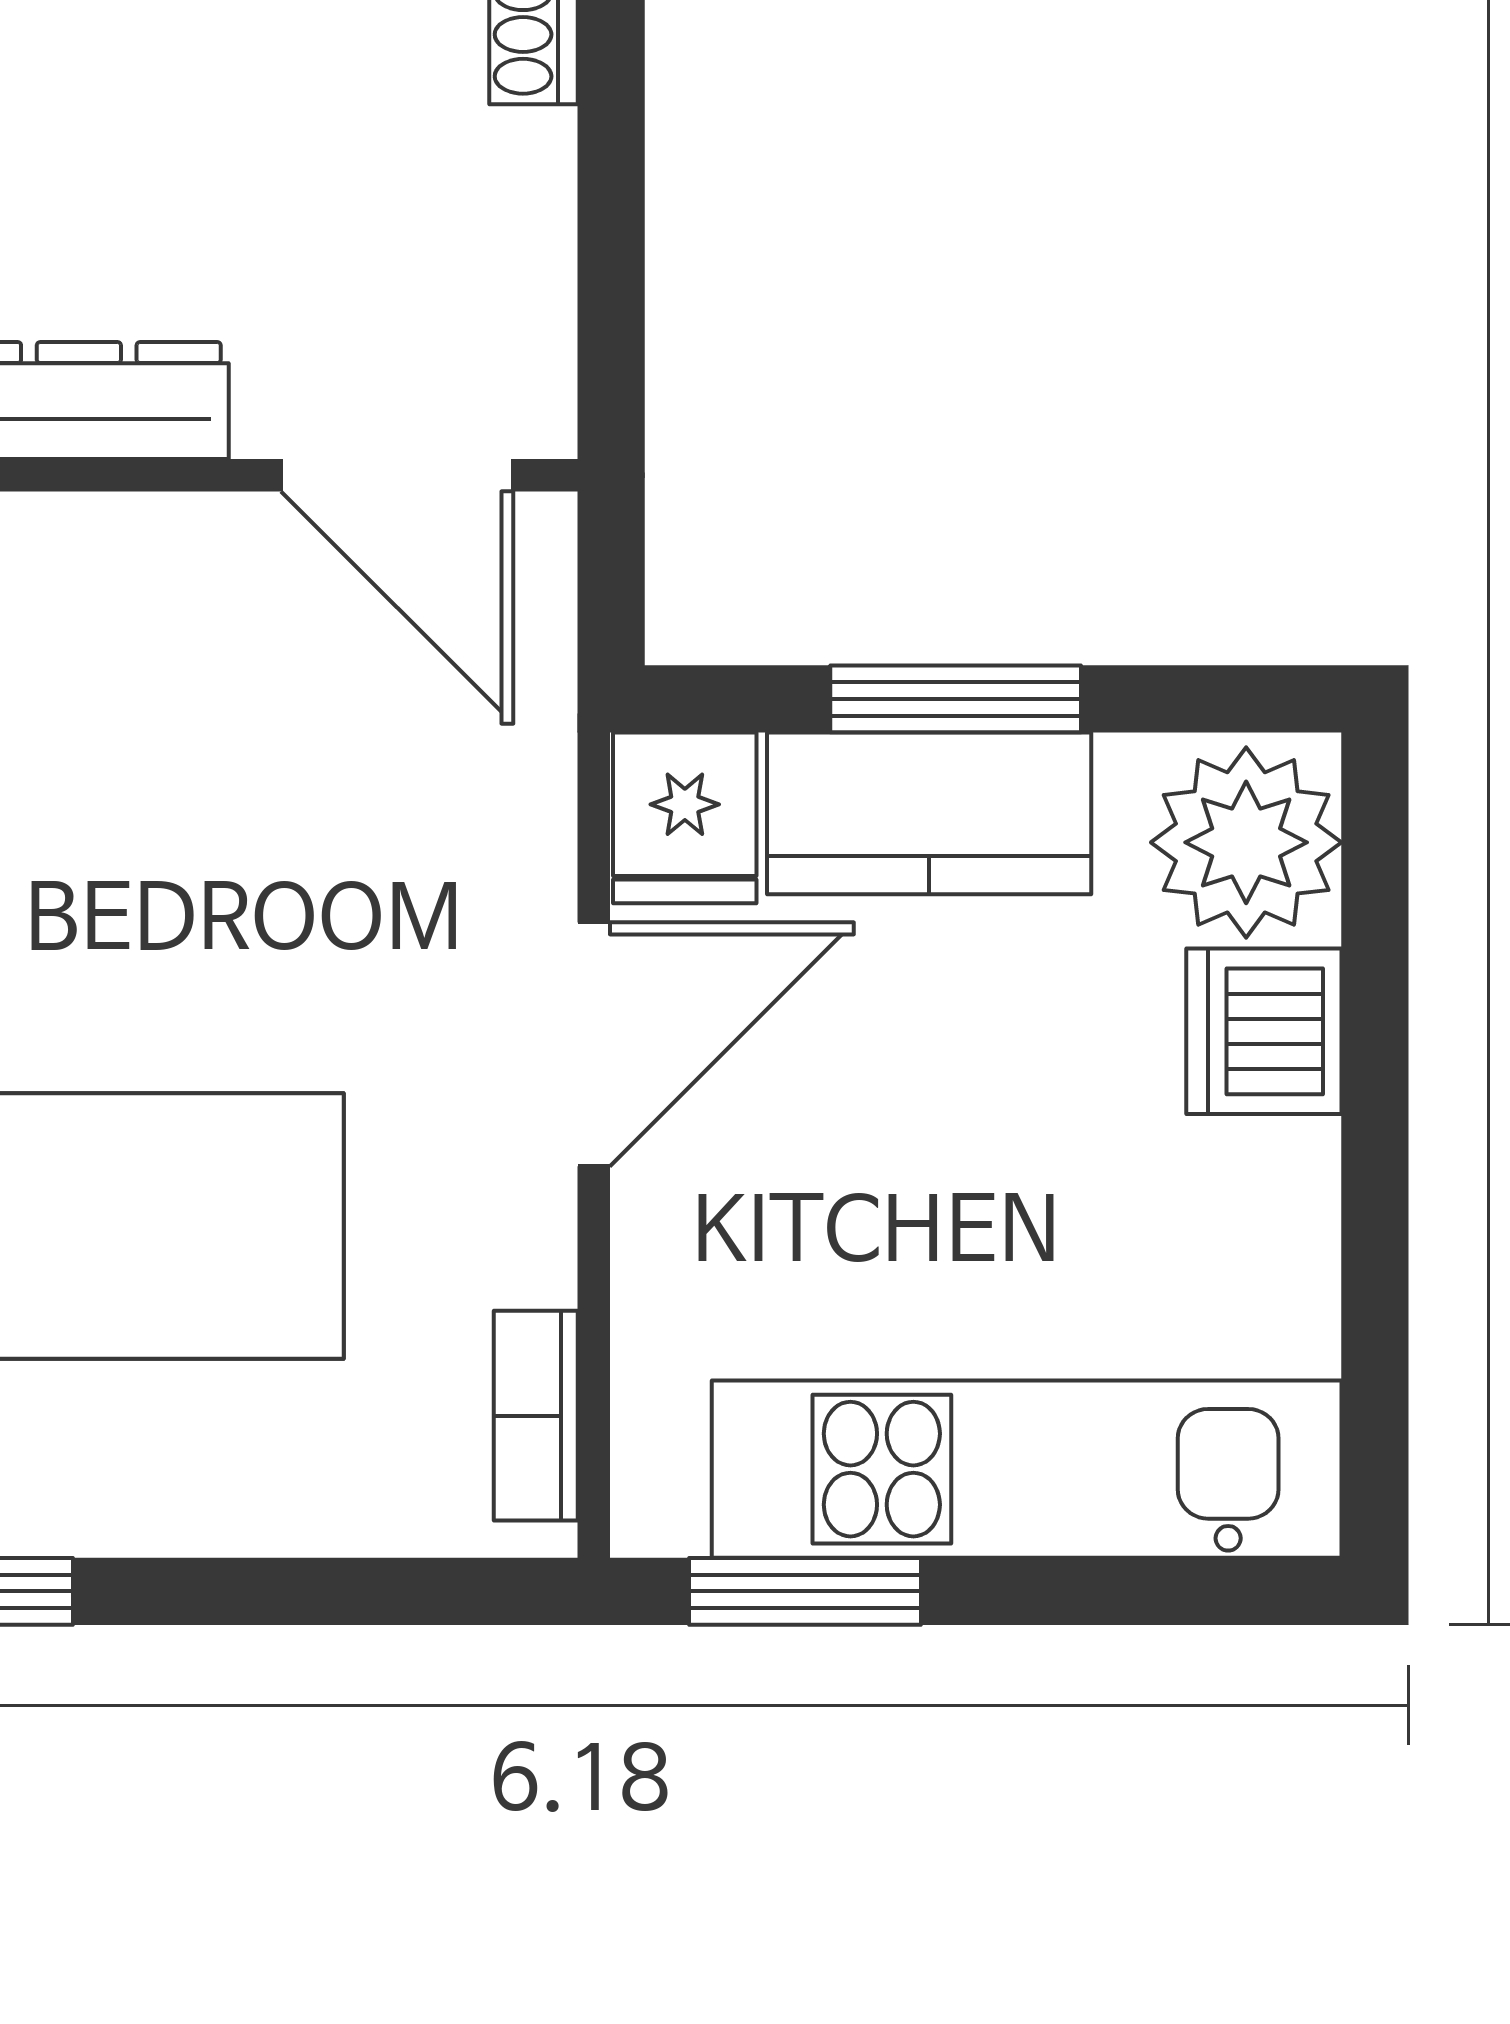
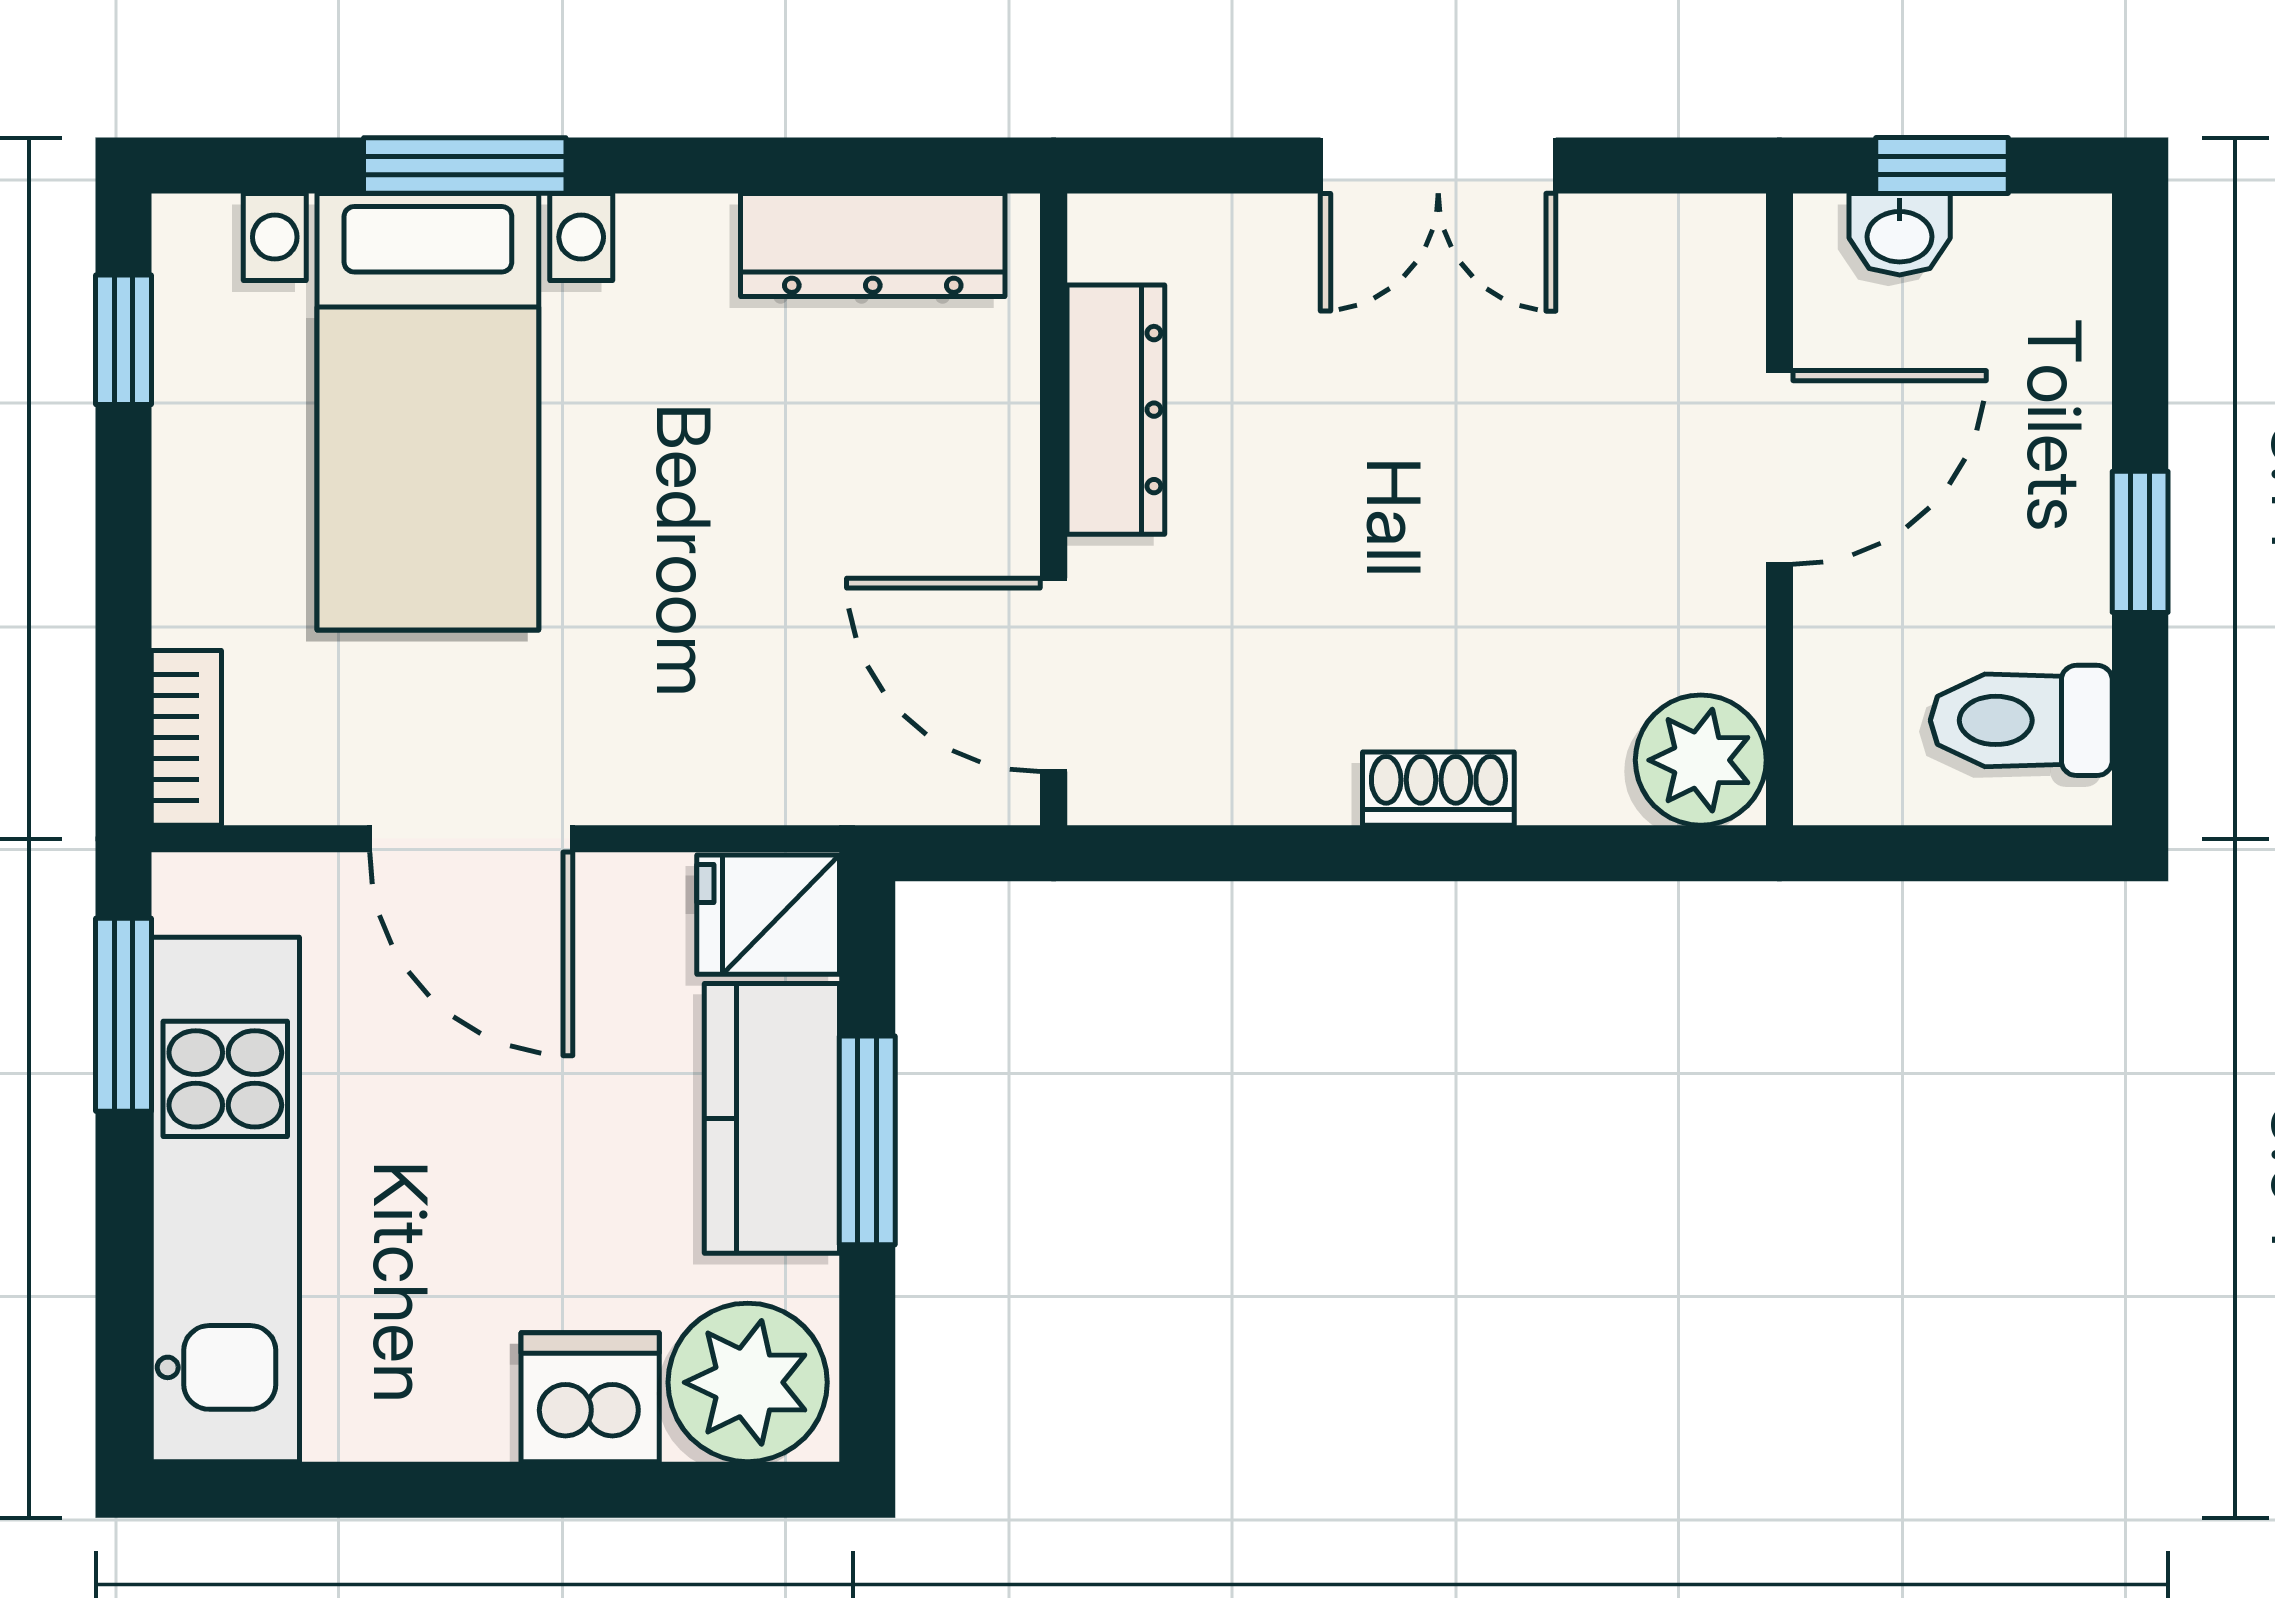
door: (397, 475) -> (1054, 675), hinge flipped
door: (594, 1044) -> (471, 839), moved
bookcase: (536, 1416) -> (186, 738), moved, turned 90

